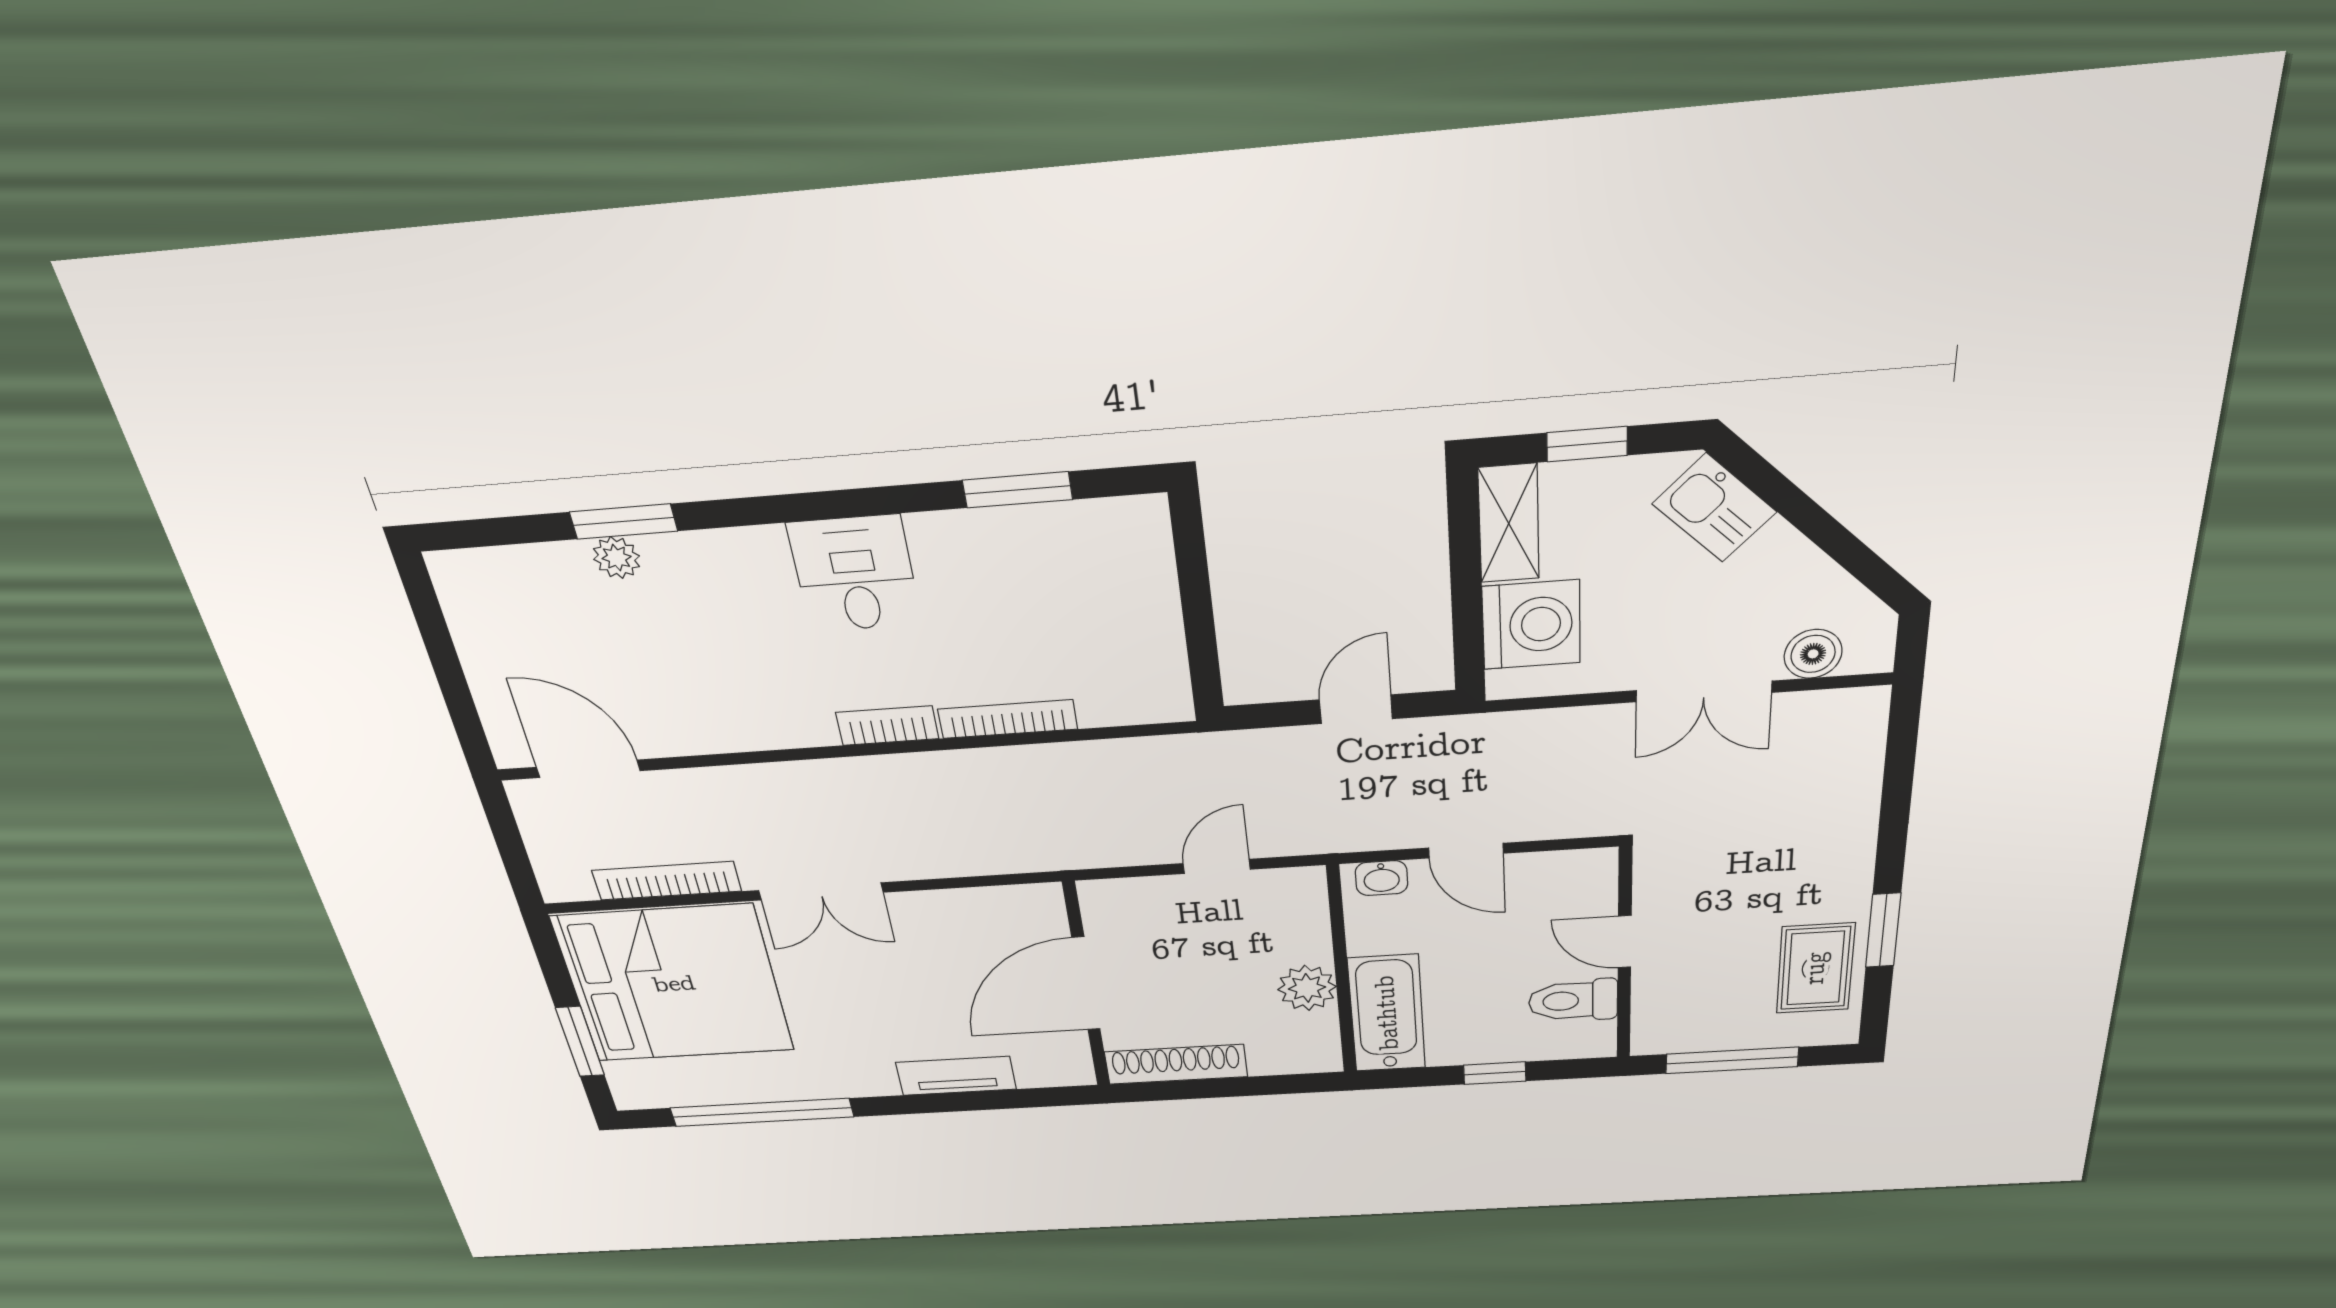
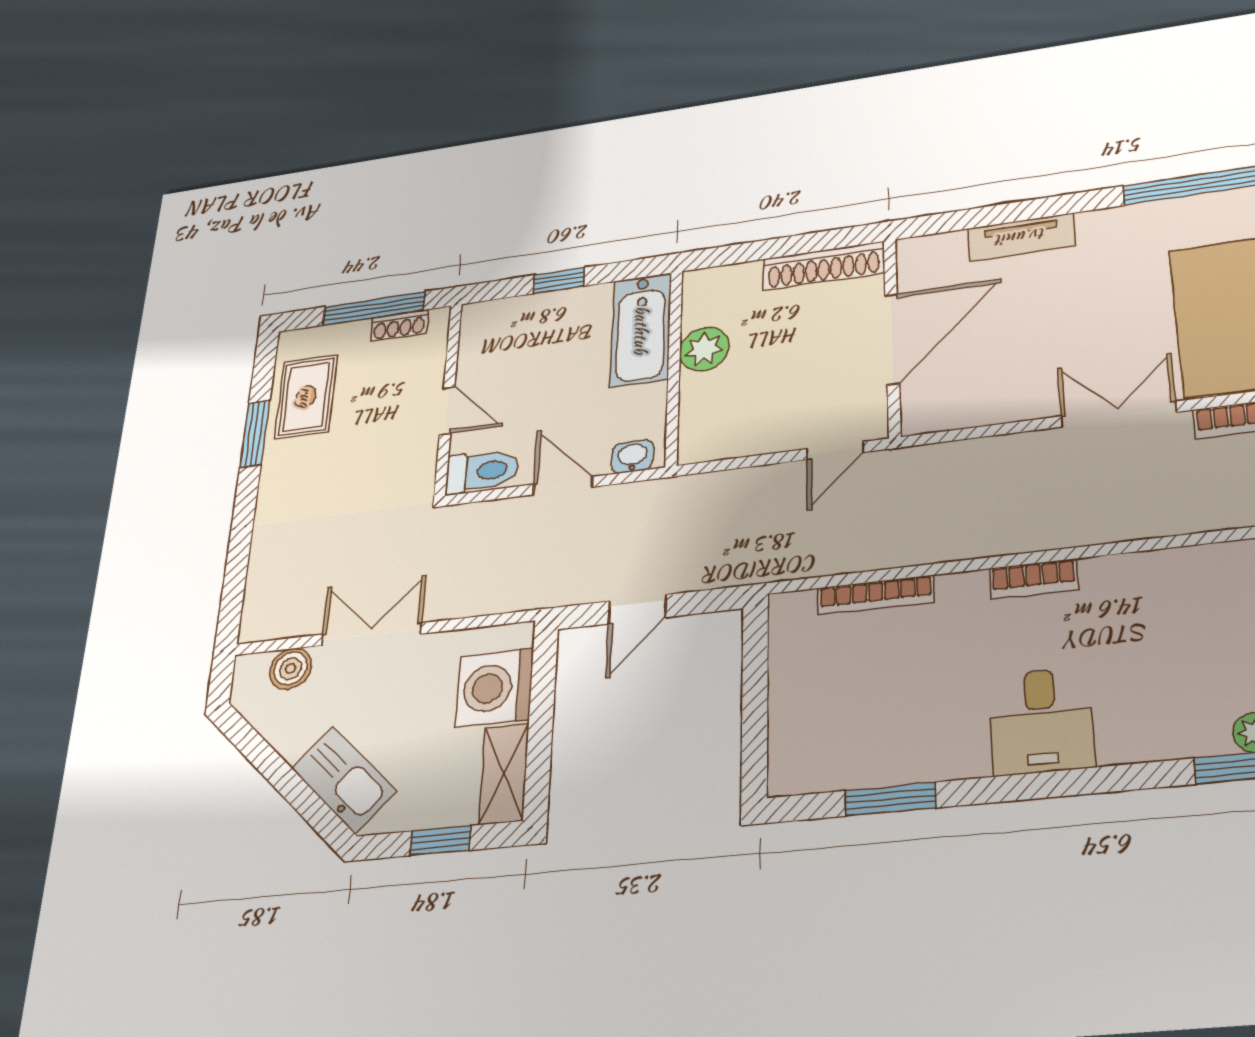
kitchen sink: (1714, 508) -> (344, 780), width x1.38
bookcase: (1008, 719) -> (876, 595), moved
door: (1217, 866) -> (835, 451), moved
toilet: (1573, 1001) -> (482, 471), moved
shoe rack: (1696, 1039) -> (399, 325), added

